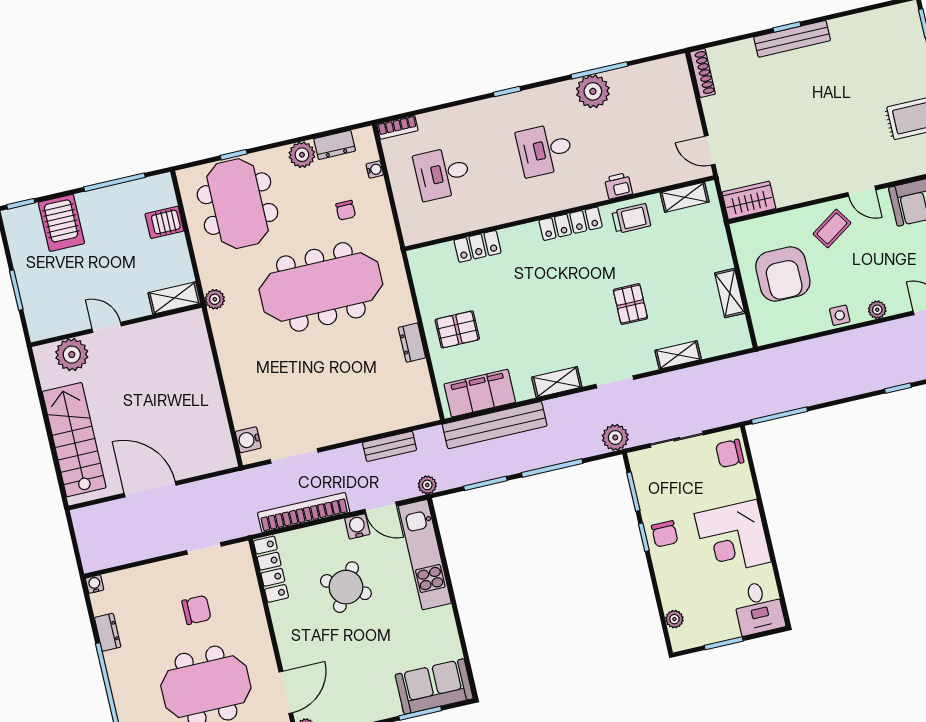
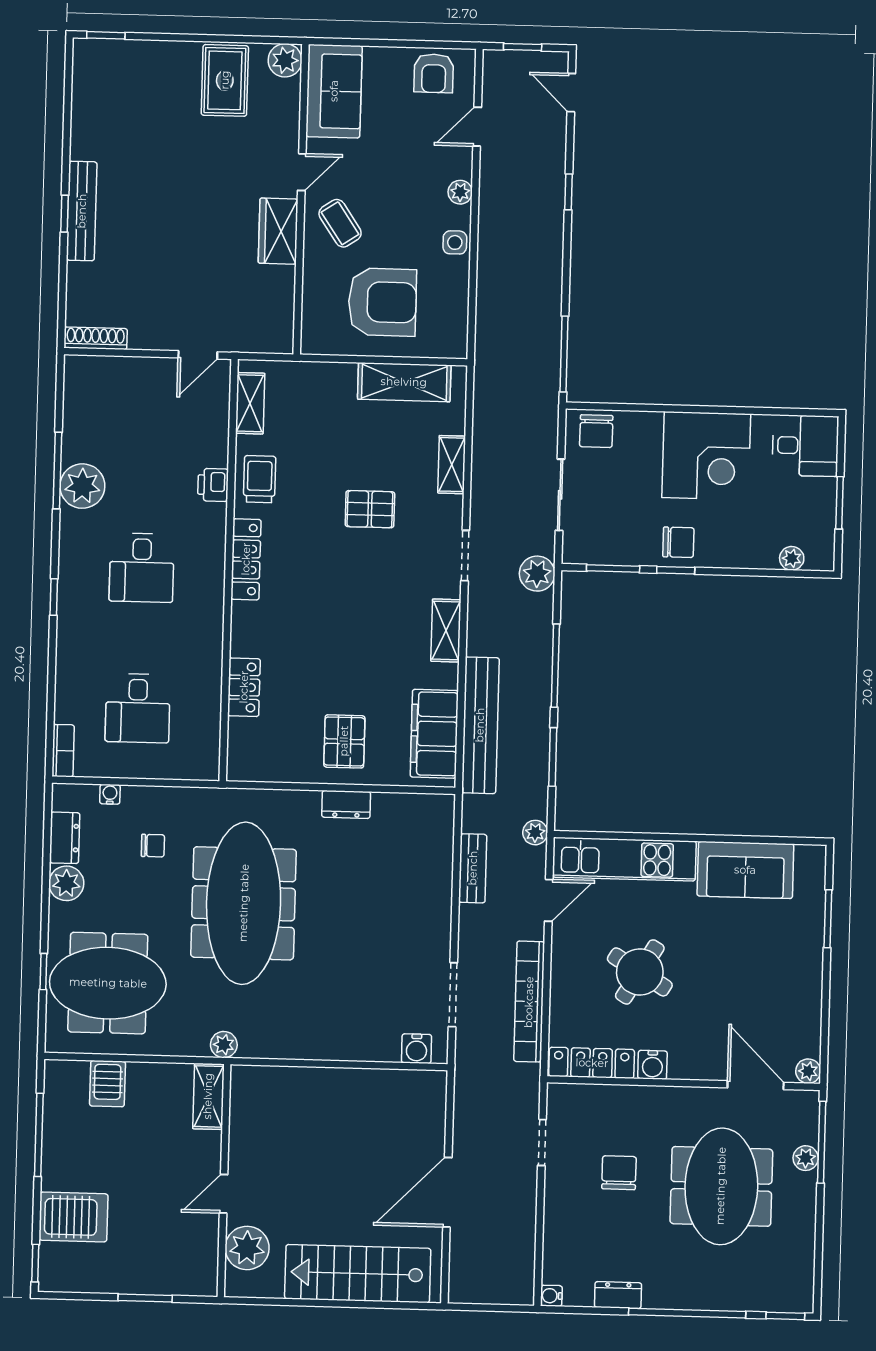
wardrobe: (749, 200) -> (278, 231), moved
shelving: (730, 293) -> (404, 382), width x1.50, depth x1.33
water cooler: (357, 526) -> (652, 1065), moved, turned -90
sofa: (434, 687) -> (745, 870), moved, turned -90

